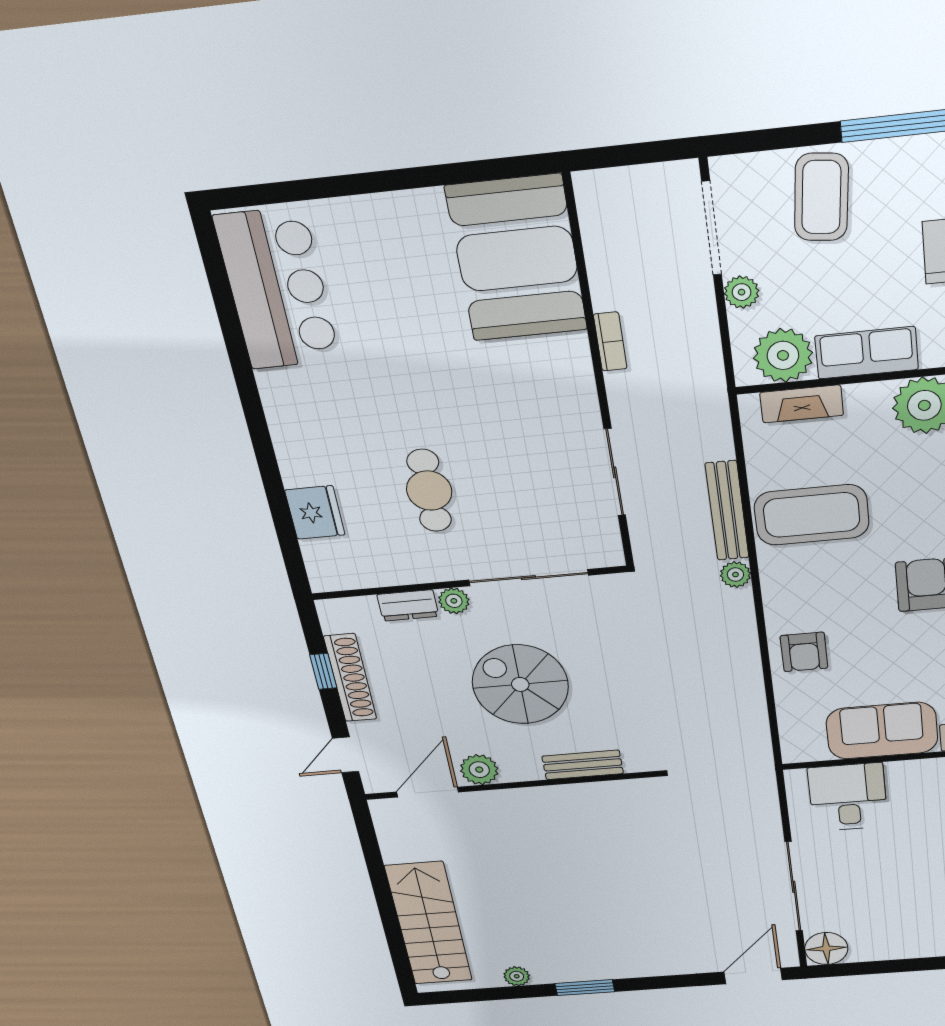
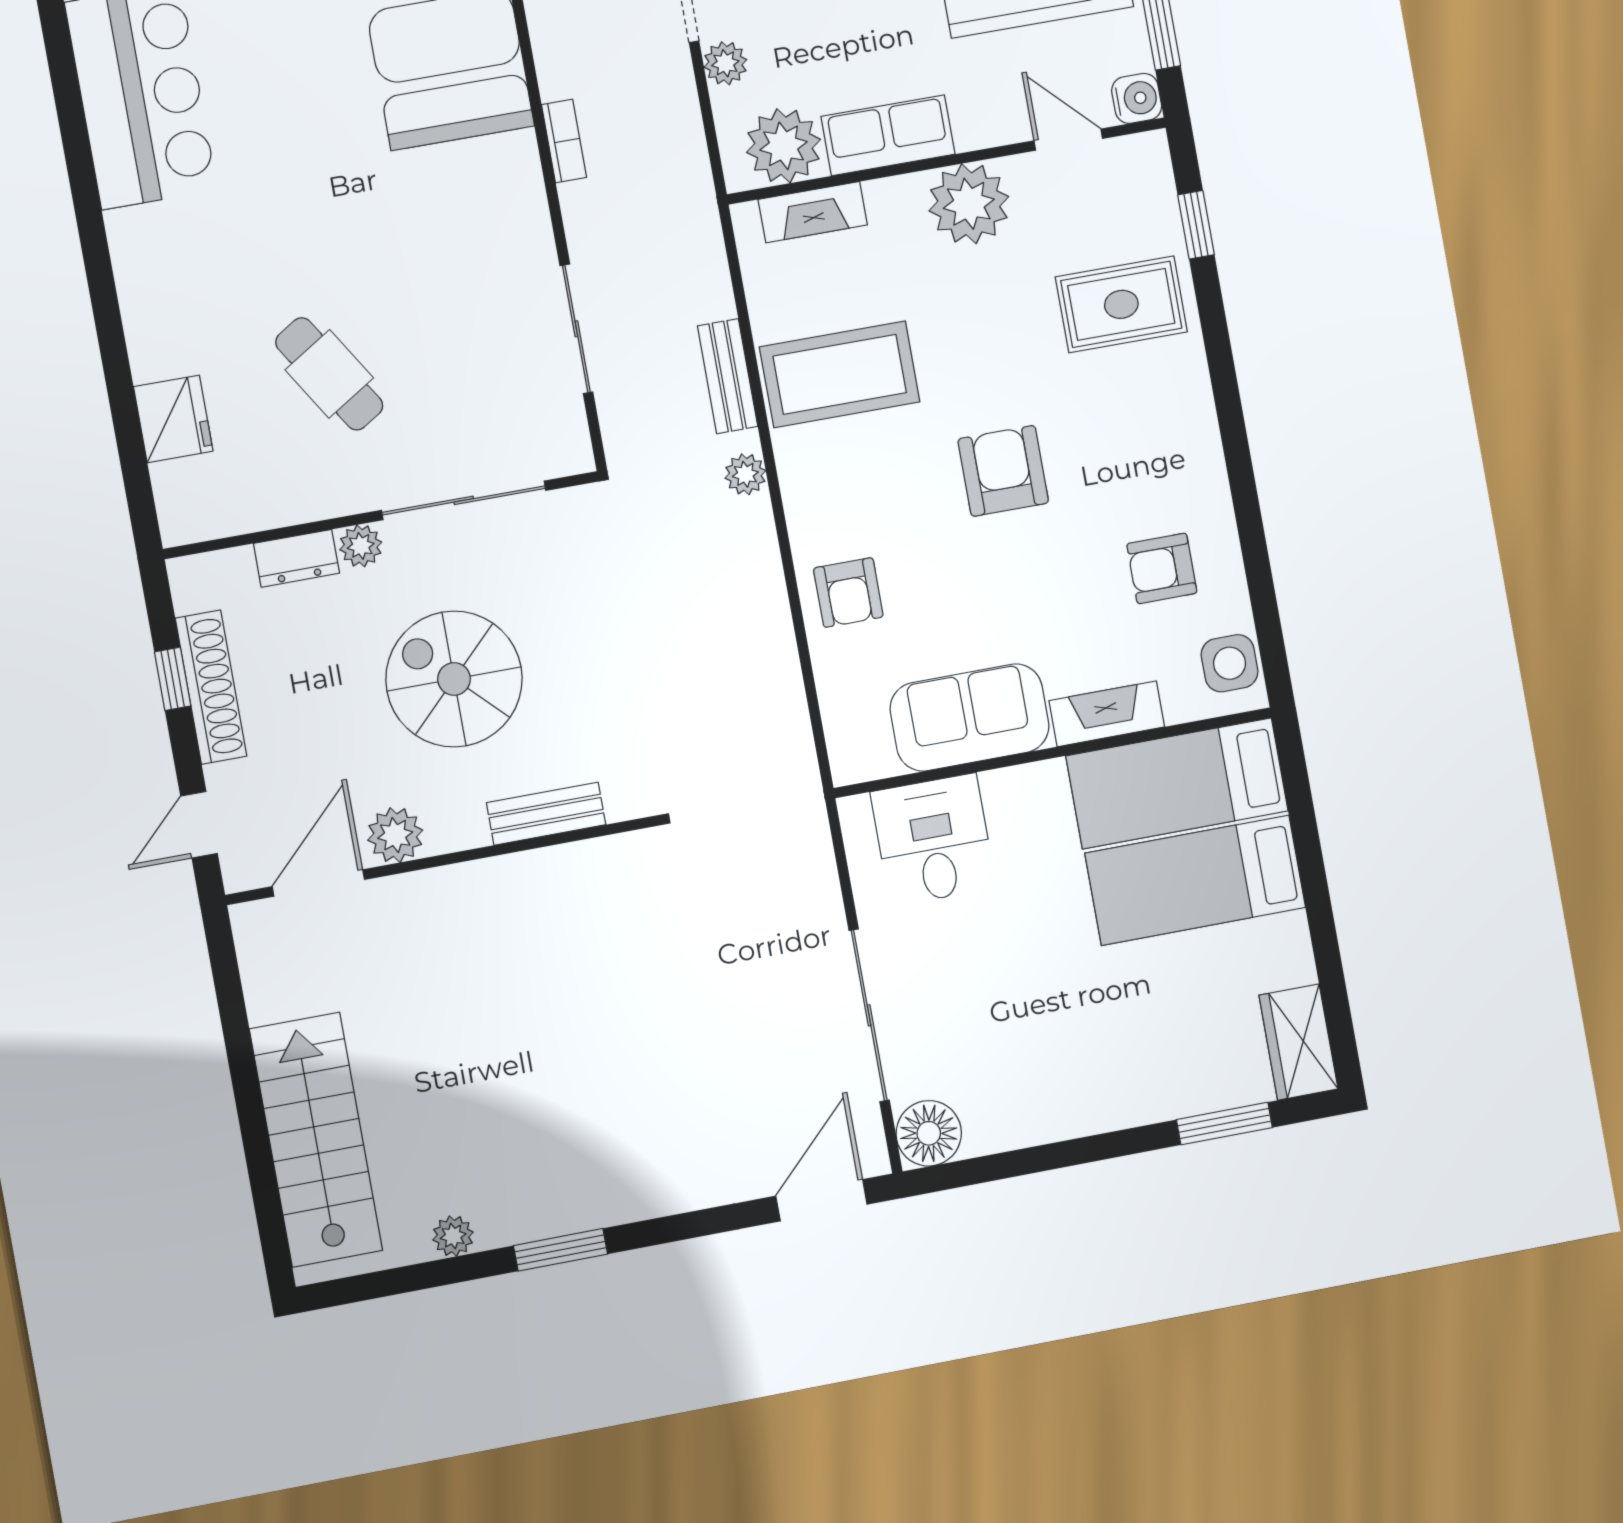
cafe table: (429, 491) -> (329, 374), turned -32
bench: (727, 511) -> (728, 376), width x0.73

